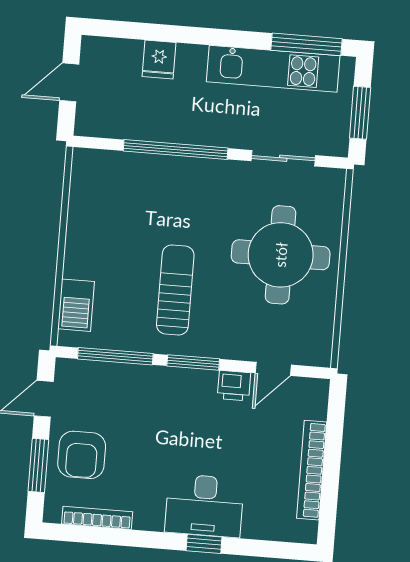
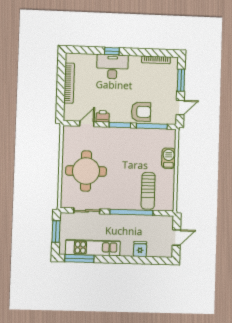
sun lounger: (175, 290) -> (148, 191), moved
barbecue: (76, 305) -> (169, 158), moved
armchair: (82, 455) -> (141, 112), moved, turned 90

